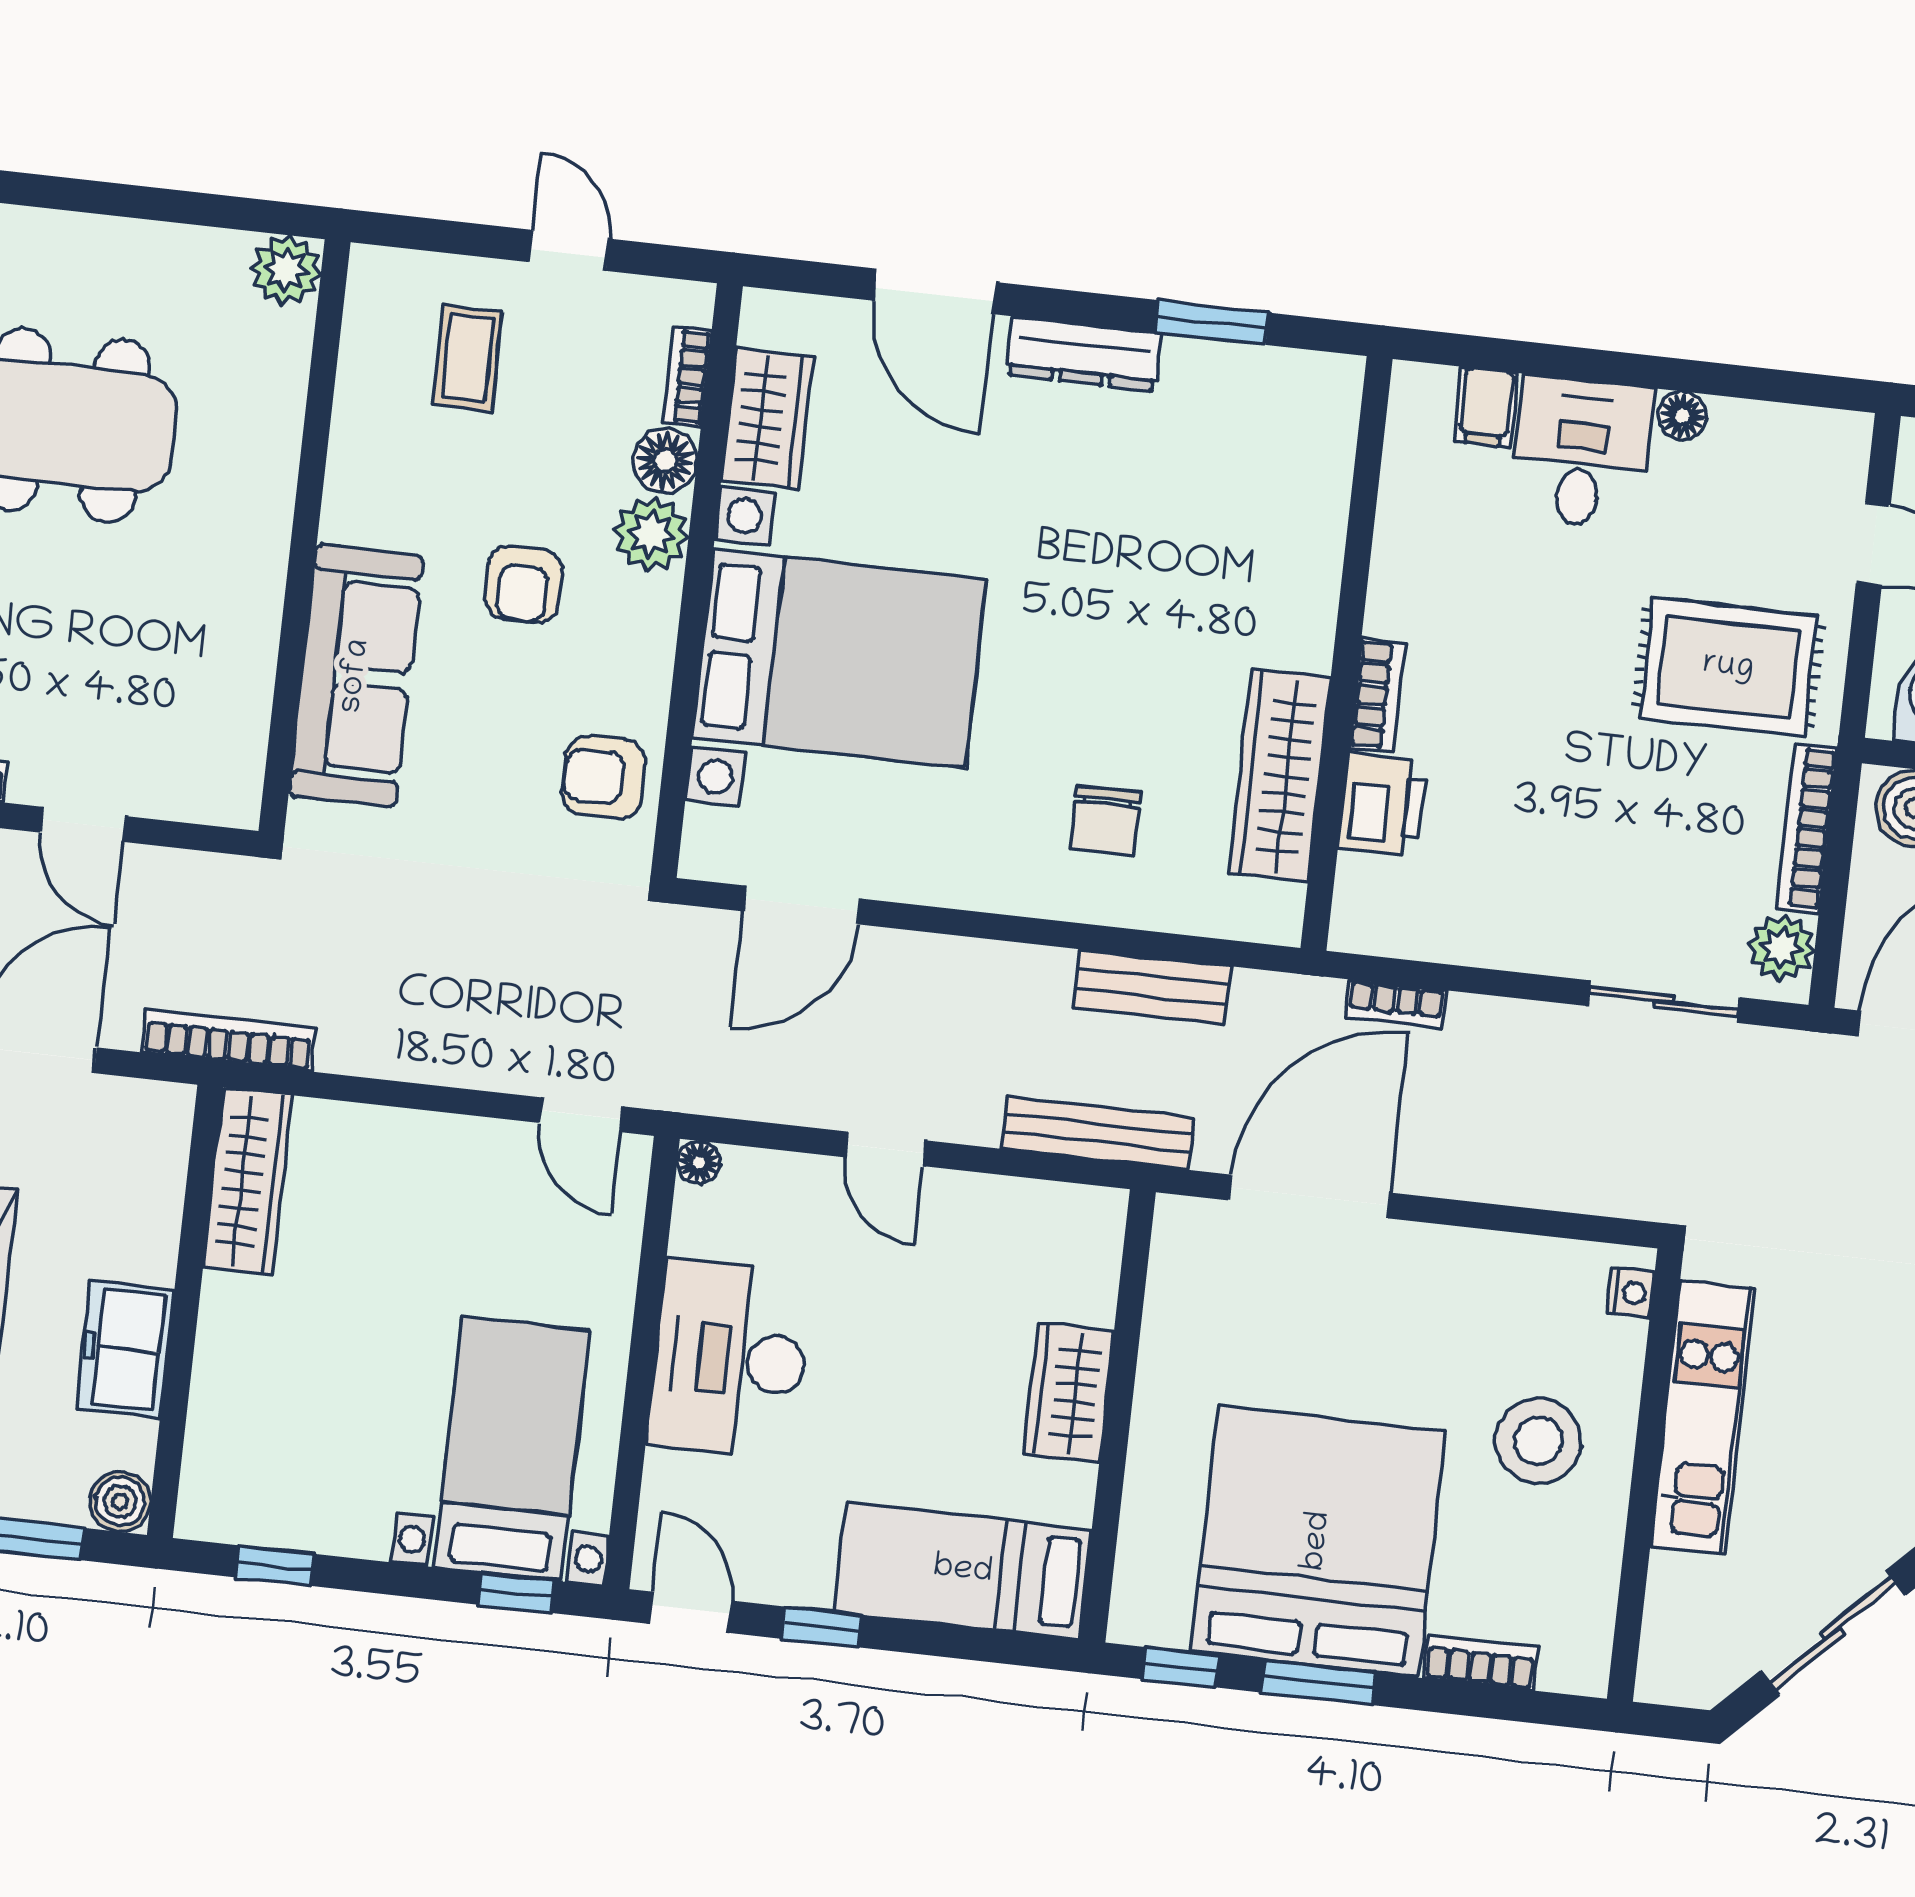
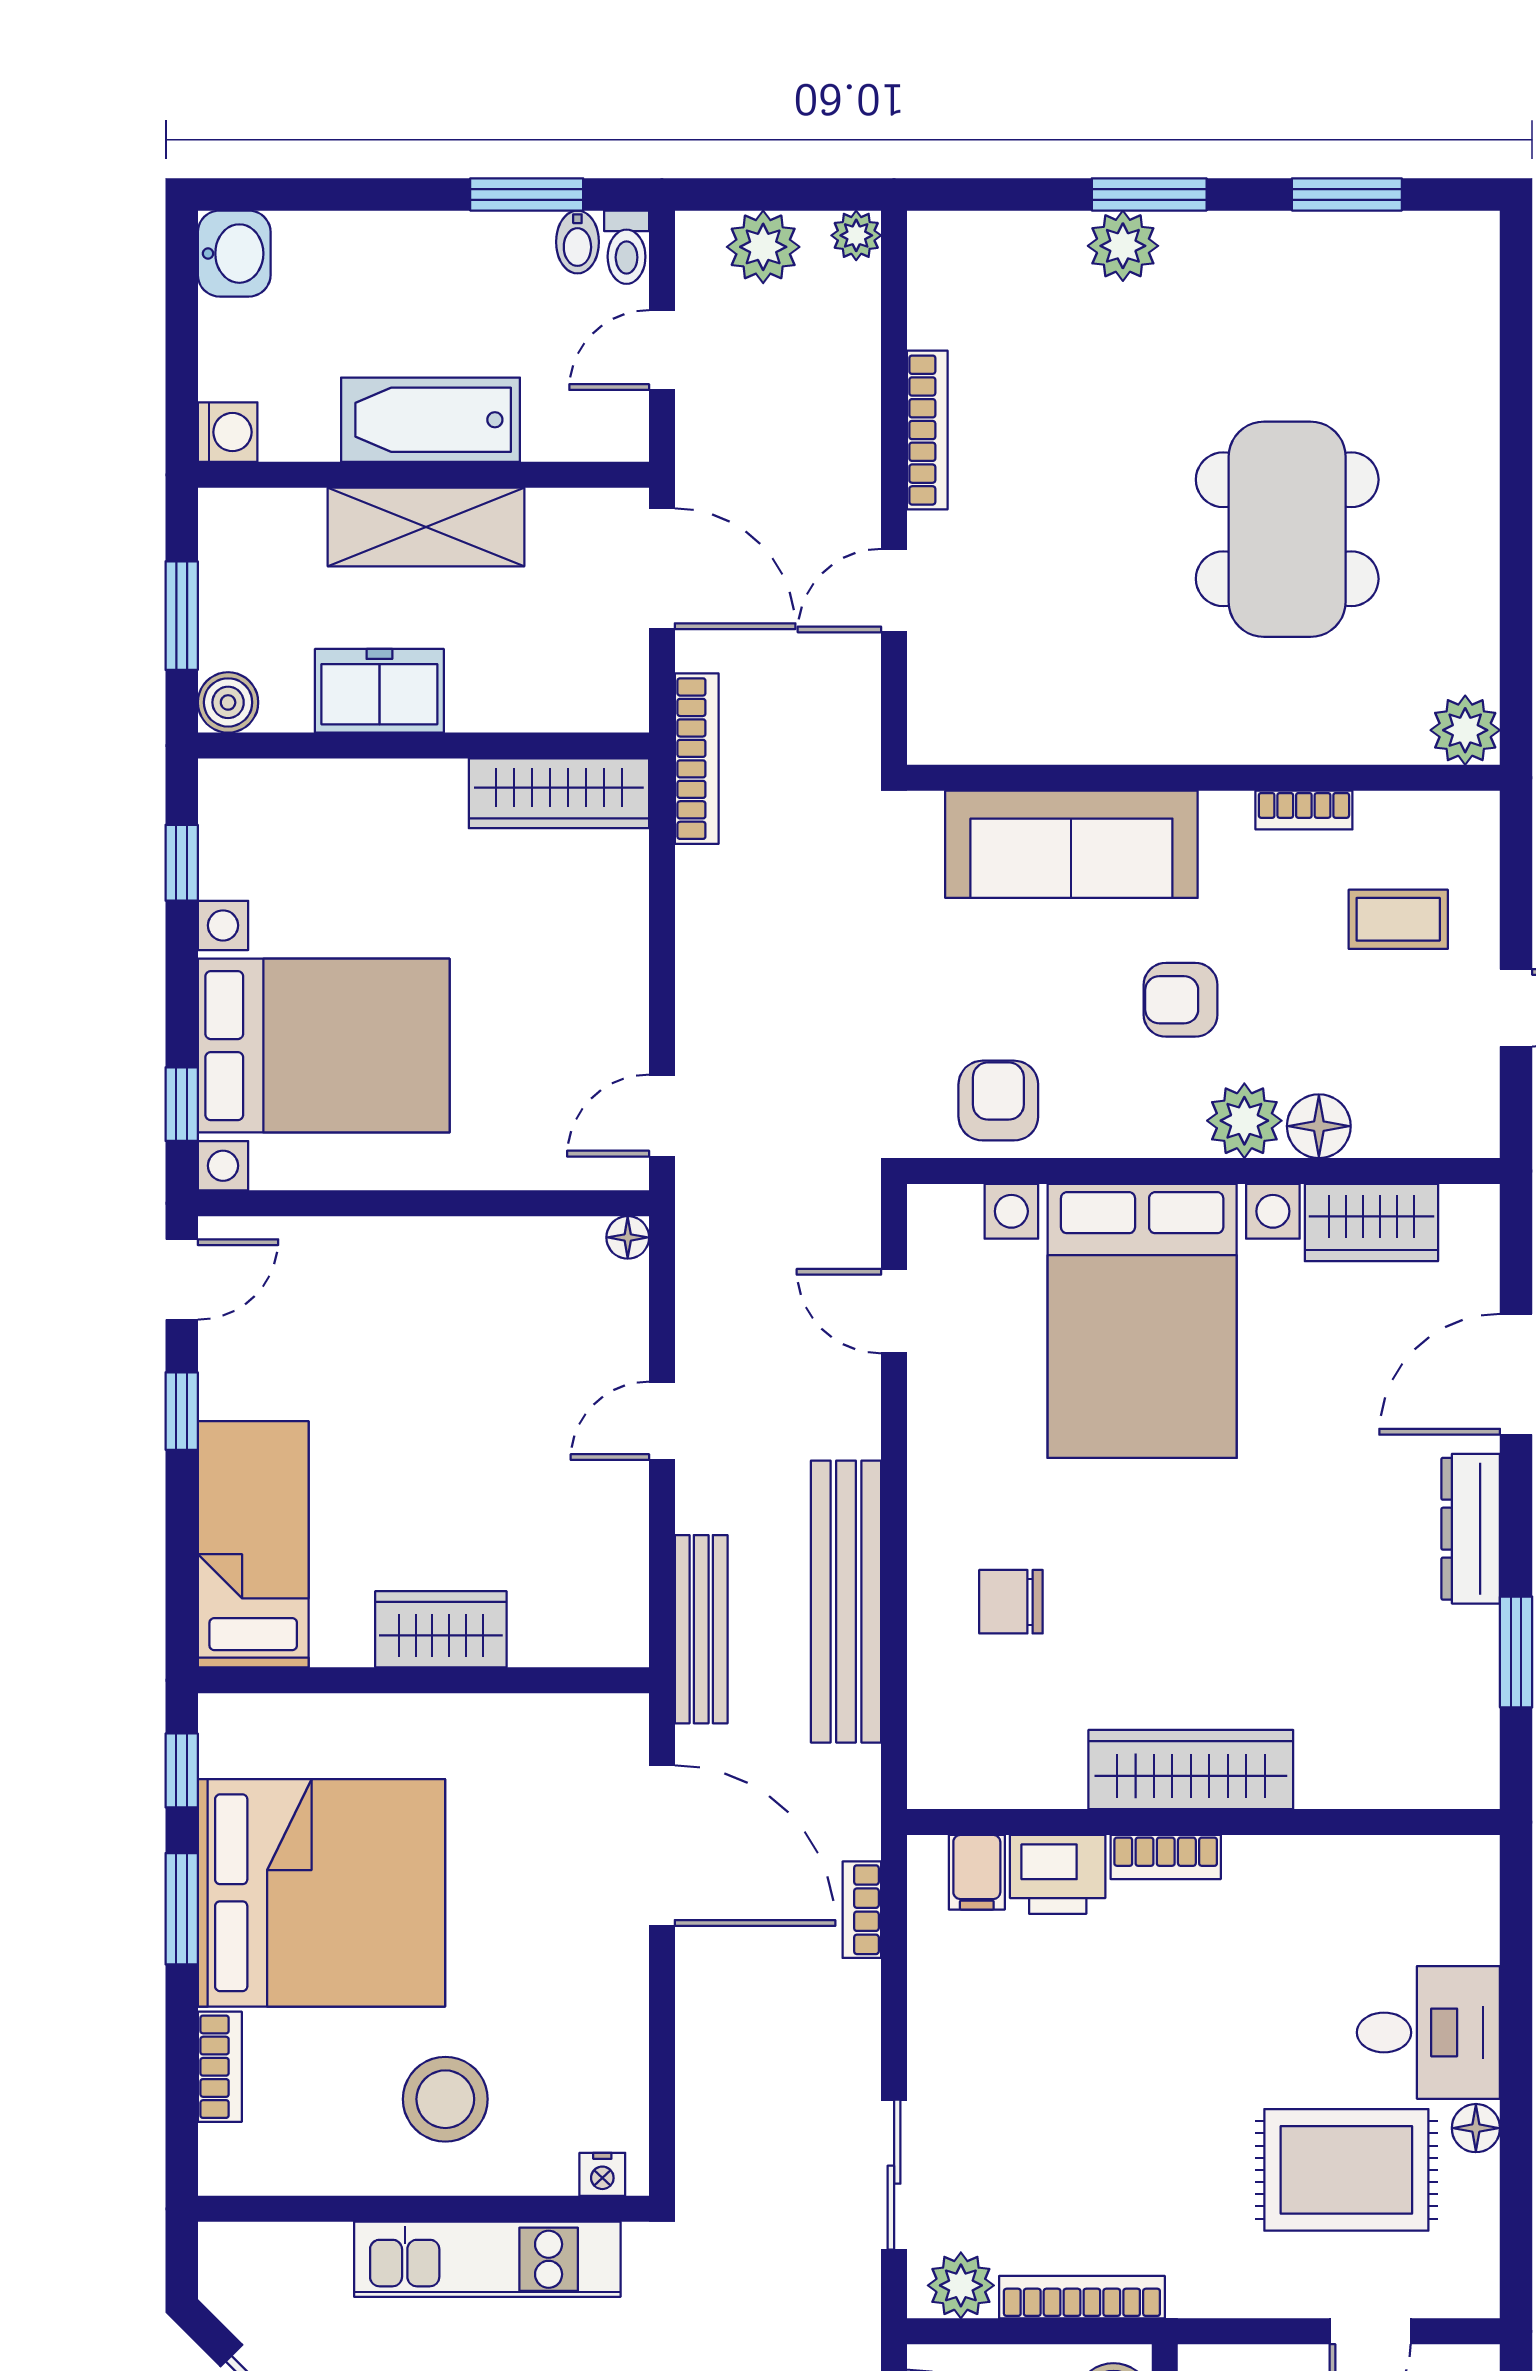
bookcase: (687, 376) -> (1304, 810), moved, turned 180
filing cabinet: (1486, 407) -> (977, 1872), moved, turned -90
rug: (1728, 667) -> (1346, 2170), moved, turned 90
wardrobe: (1280, 776) -> (1191, 1770), moved
door: (802, 905) -> (894, 1311), width x0.73
bench: (1152, 987) -> (846, 1602), width x1.86, depth x1.21
desk: (730, 1359) -> (436, 1290), removed
bed with nightstands: (512, 1449) -> (324, 1046), width x1.36

